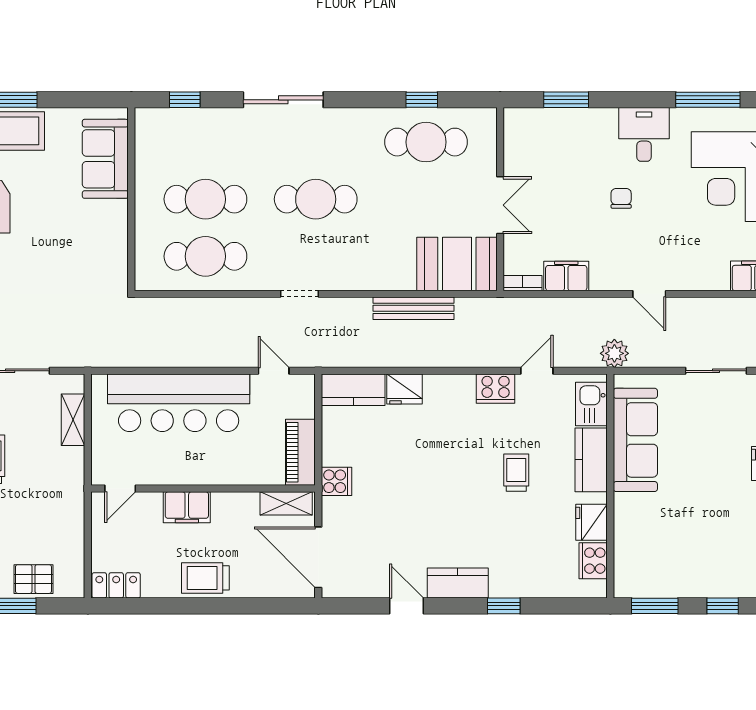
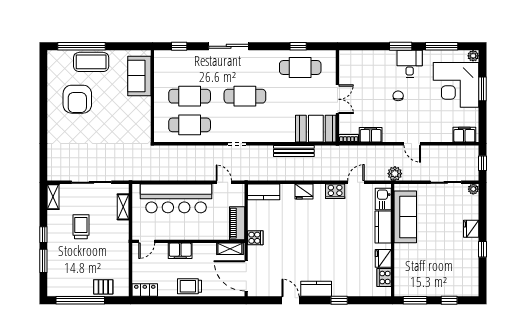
window: (566, 100) -> (401, 46), moved
fridge: (405, 389) -> (304, 191), moved
trolley: (516, 473) -> (346, 233), removed

